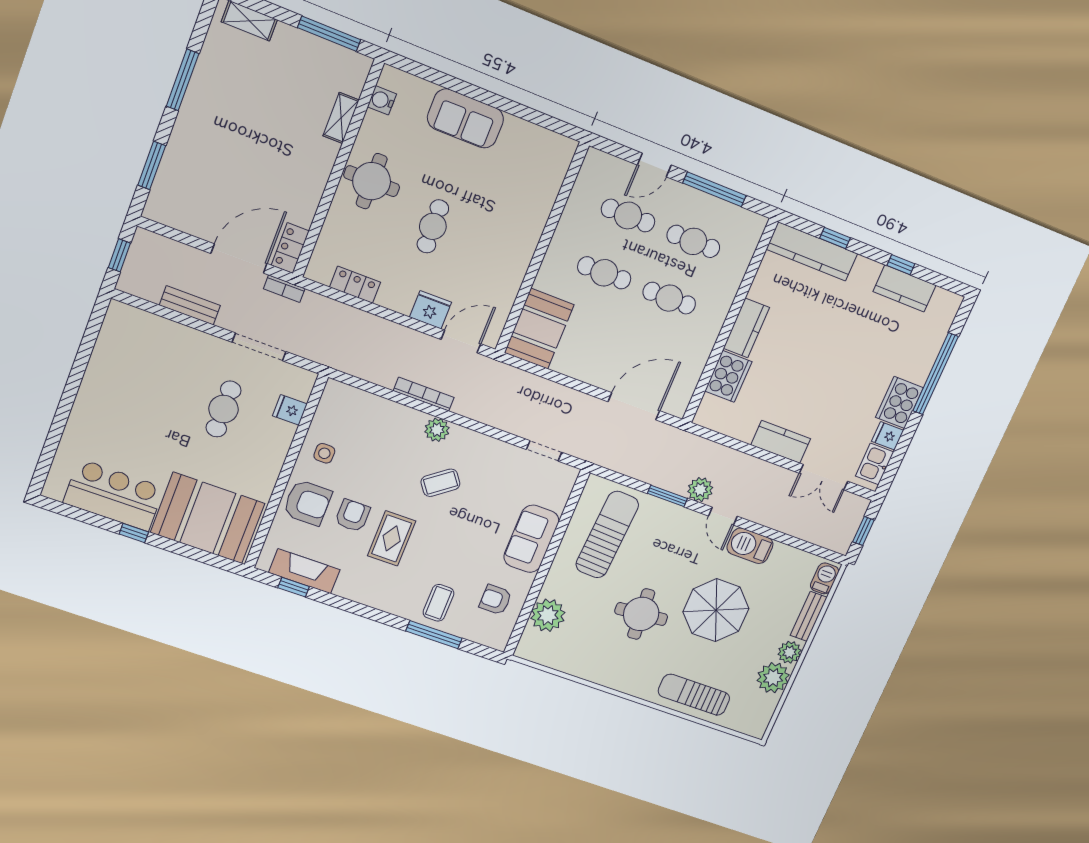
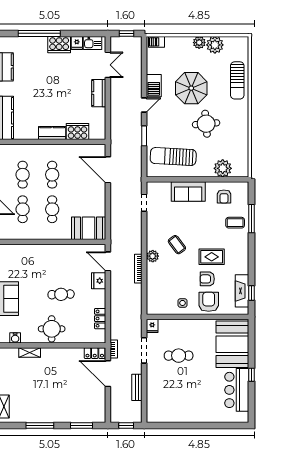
fridge: (290, 410) -> (152, 326), moved
plant: (700, 490) -> (135, 121), removed
bench: (809, 616) -> (178, 41), removed

